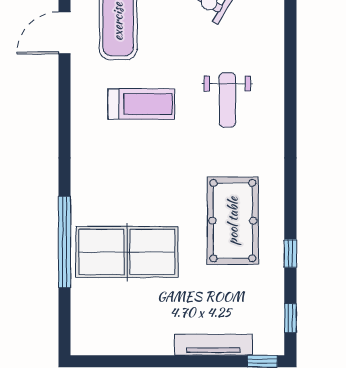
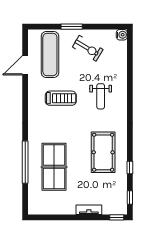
table tennis table: (127, 252) -> (54, 167), turned 90
tv unit: (213, 345) -> (89, 210), width x0.71

